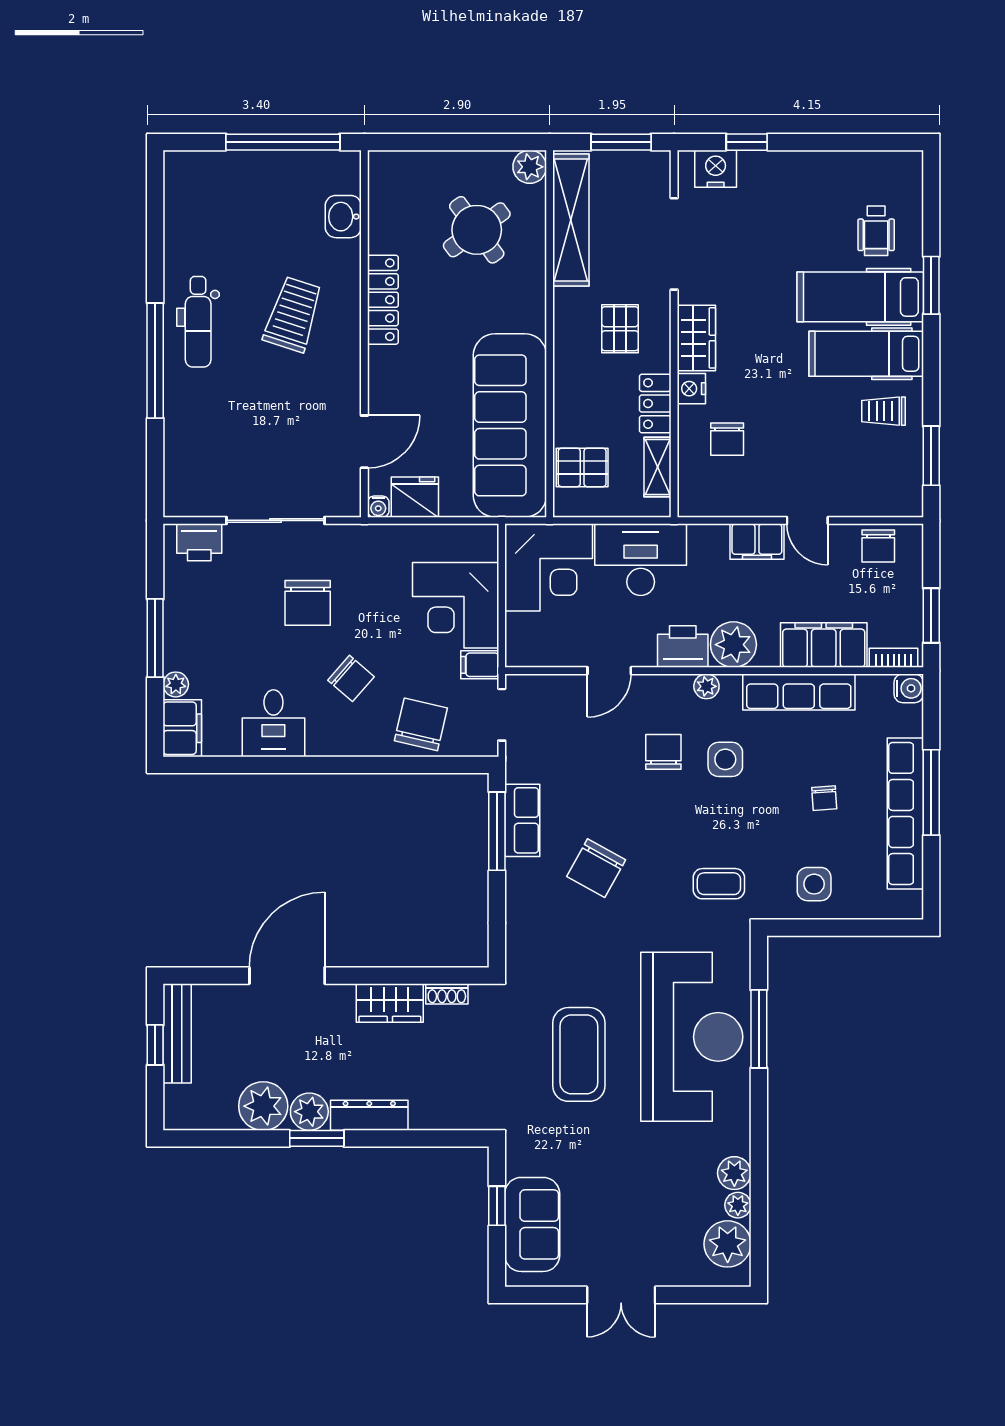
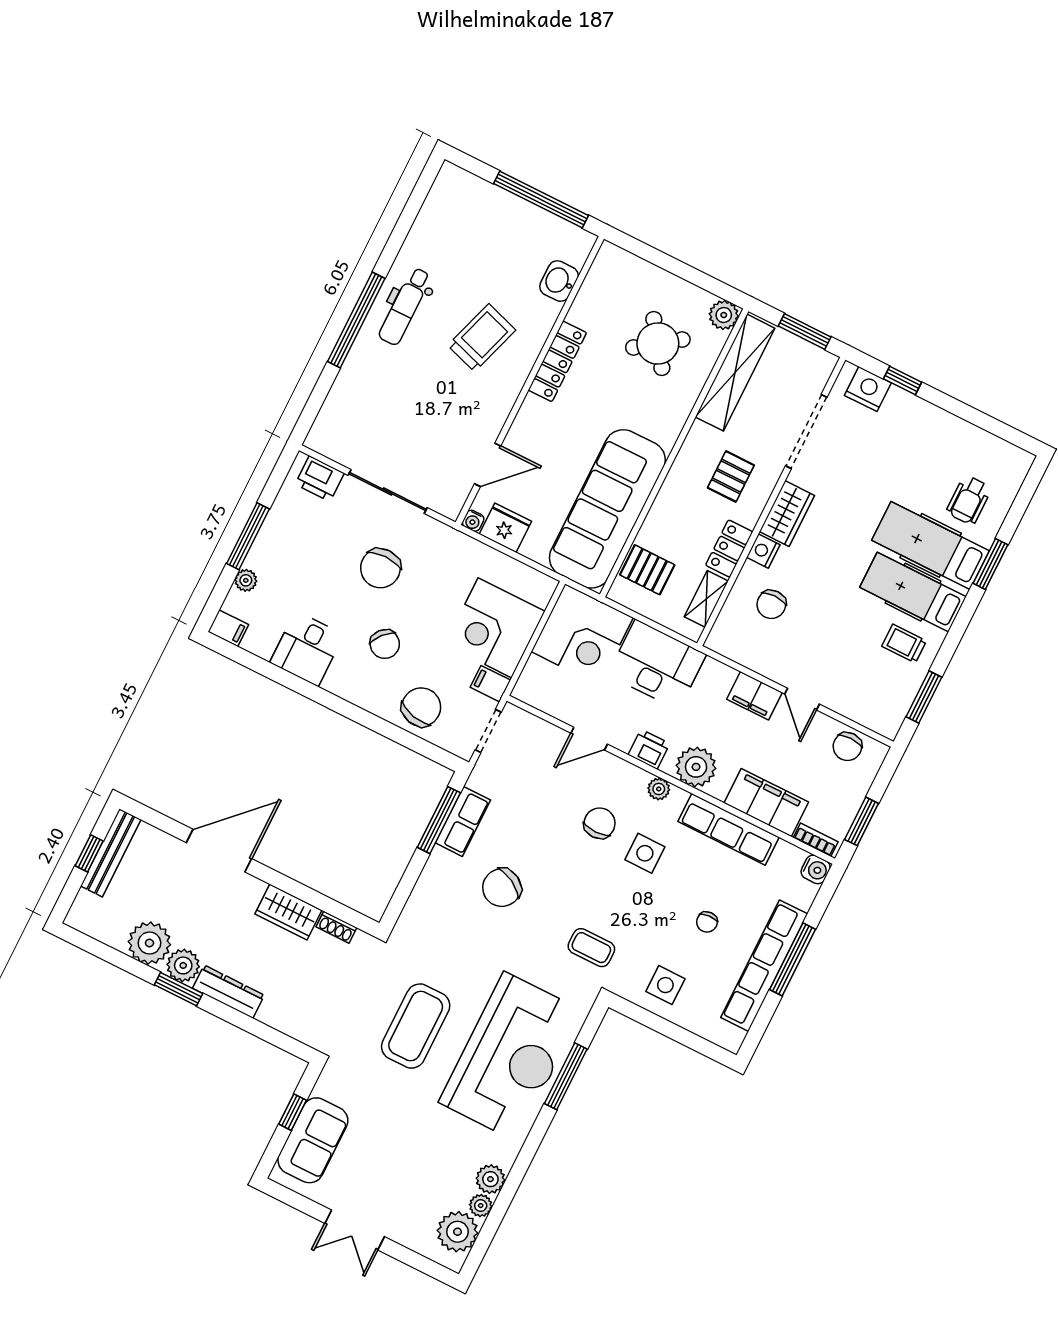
printer: (683, 647) -> (649, 749), width x0.73, depth x0.81
filing cabinet: (182, 728) -> (228, 628), width x0.50

